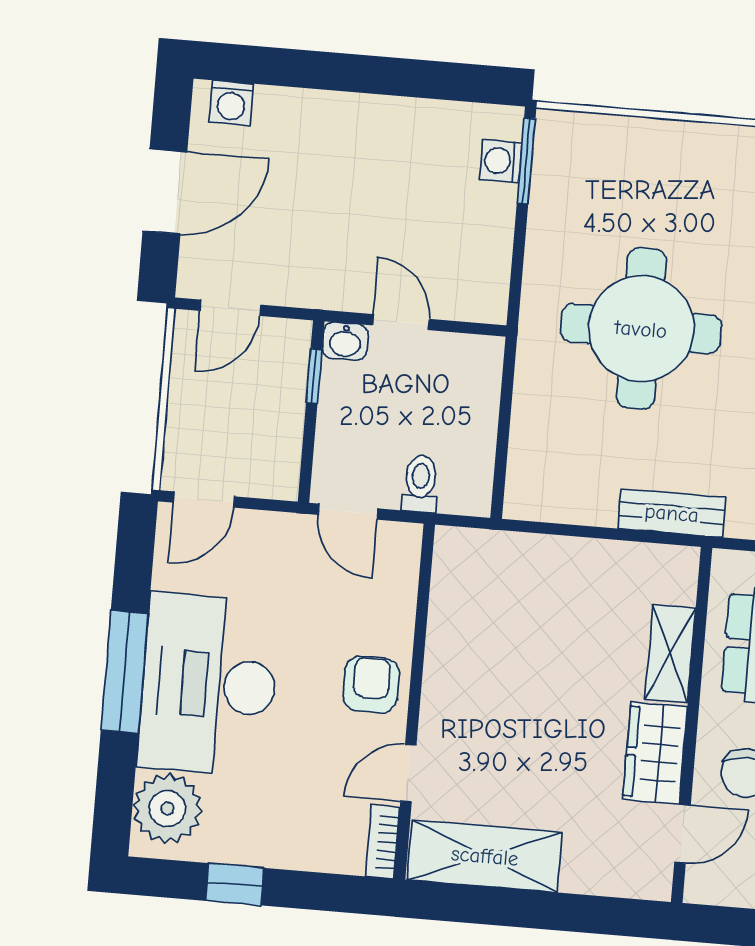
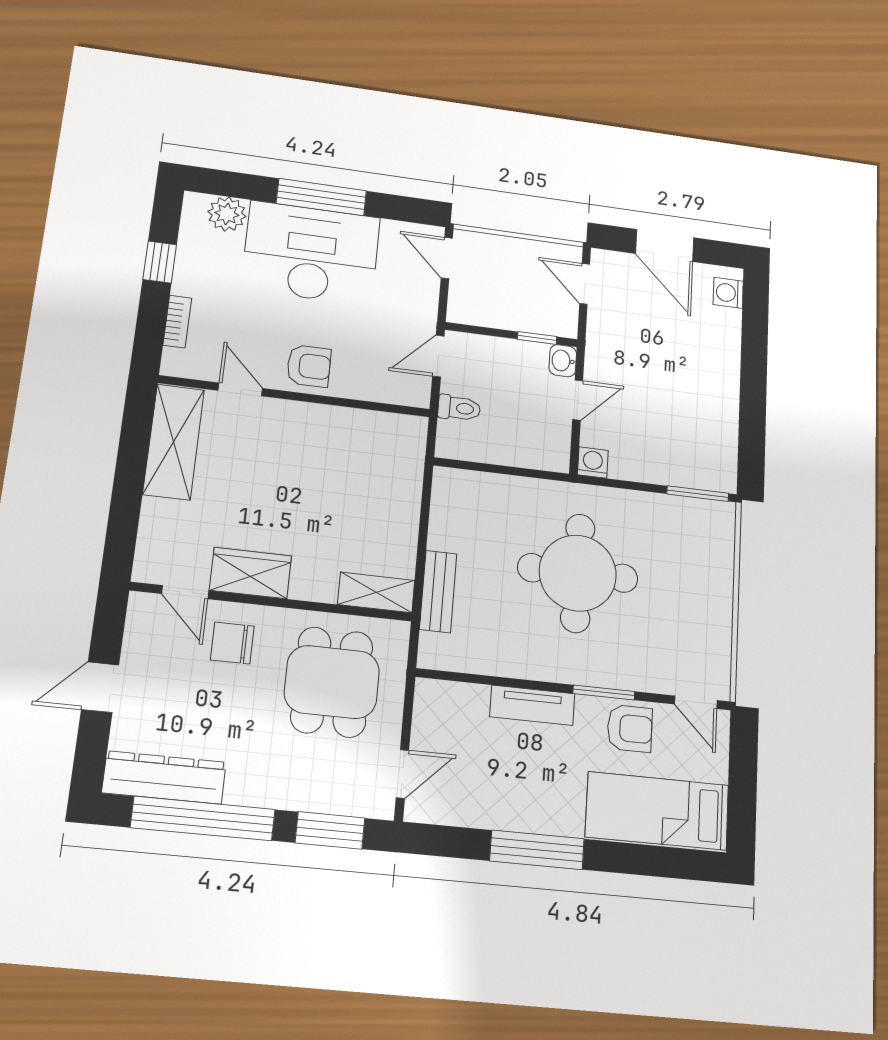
washing machine: (501, 161) -> (593, 463), moved
shelving: (670, 653) -> (376, 592), moved
plant: (167, 808) -> (227, 214), width x0.73, depth x0.73
bookcase: (383, 842) -> (177, 322), moved, turned 90

